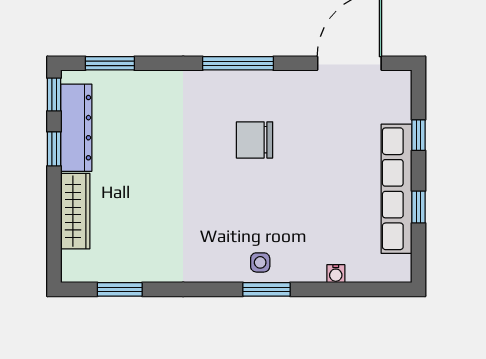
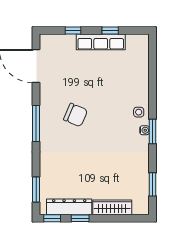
chair: (255, 140) -> (76, 115), turned -67
row of seats: (396, 189) -> (101, 42), width x0.73
water cooler: (336, 274) -> (144, 130), moved
window: (266, 289) -> (153, 131), moved

